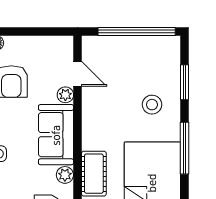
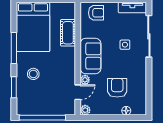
door: (78, 74) -> (78, 92), swing flipped
plant: (65, 175) -> (85, 110), moved

